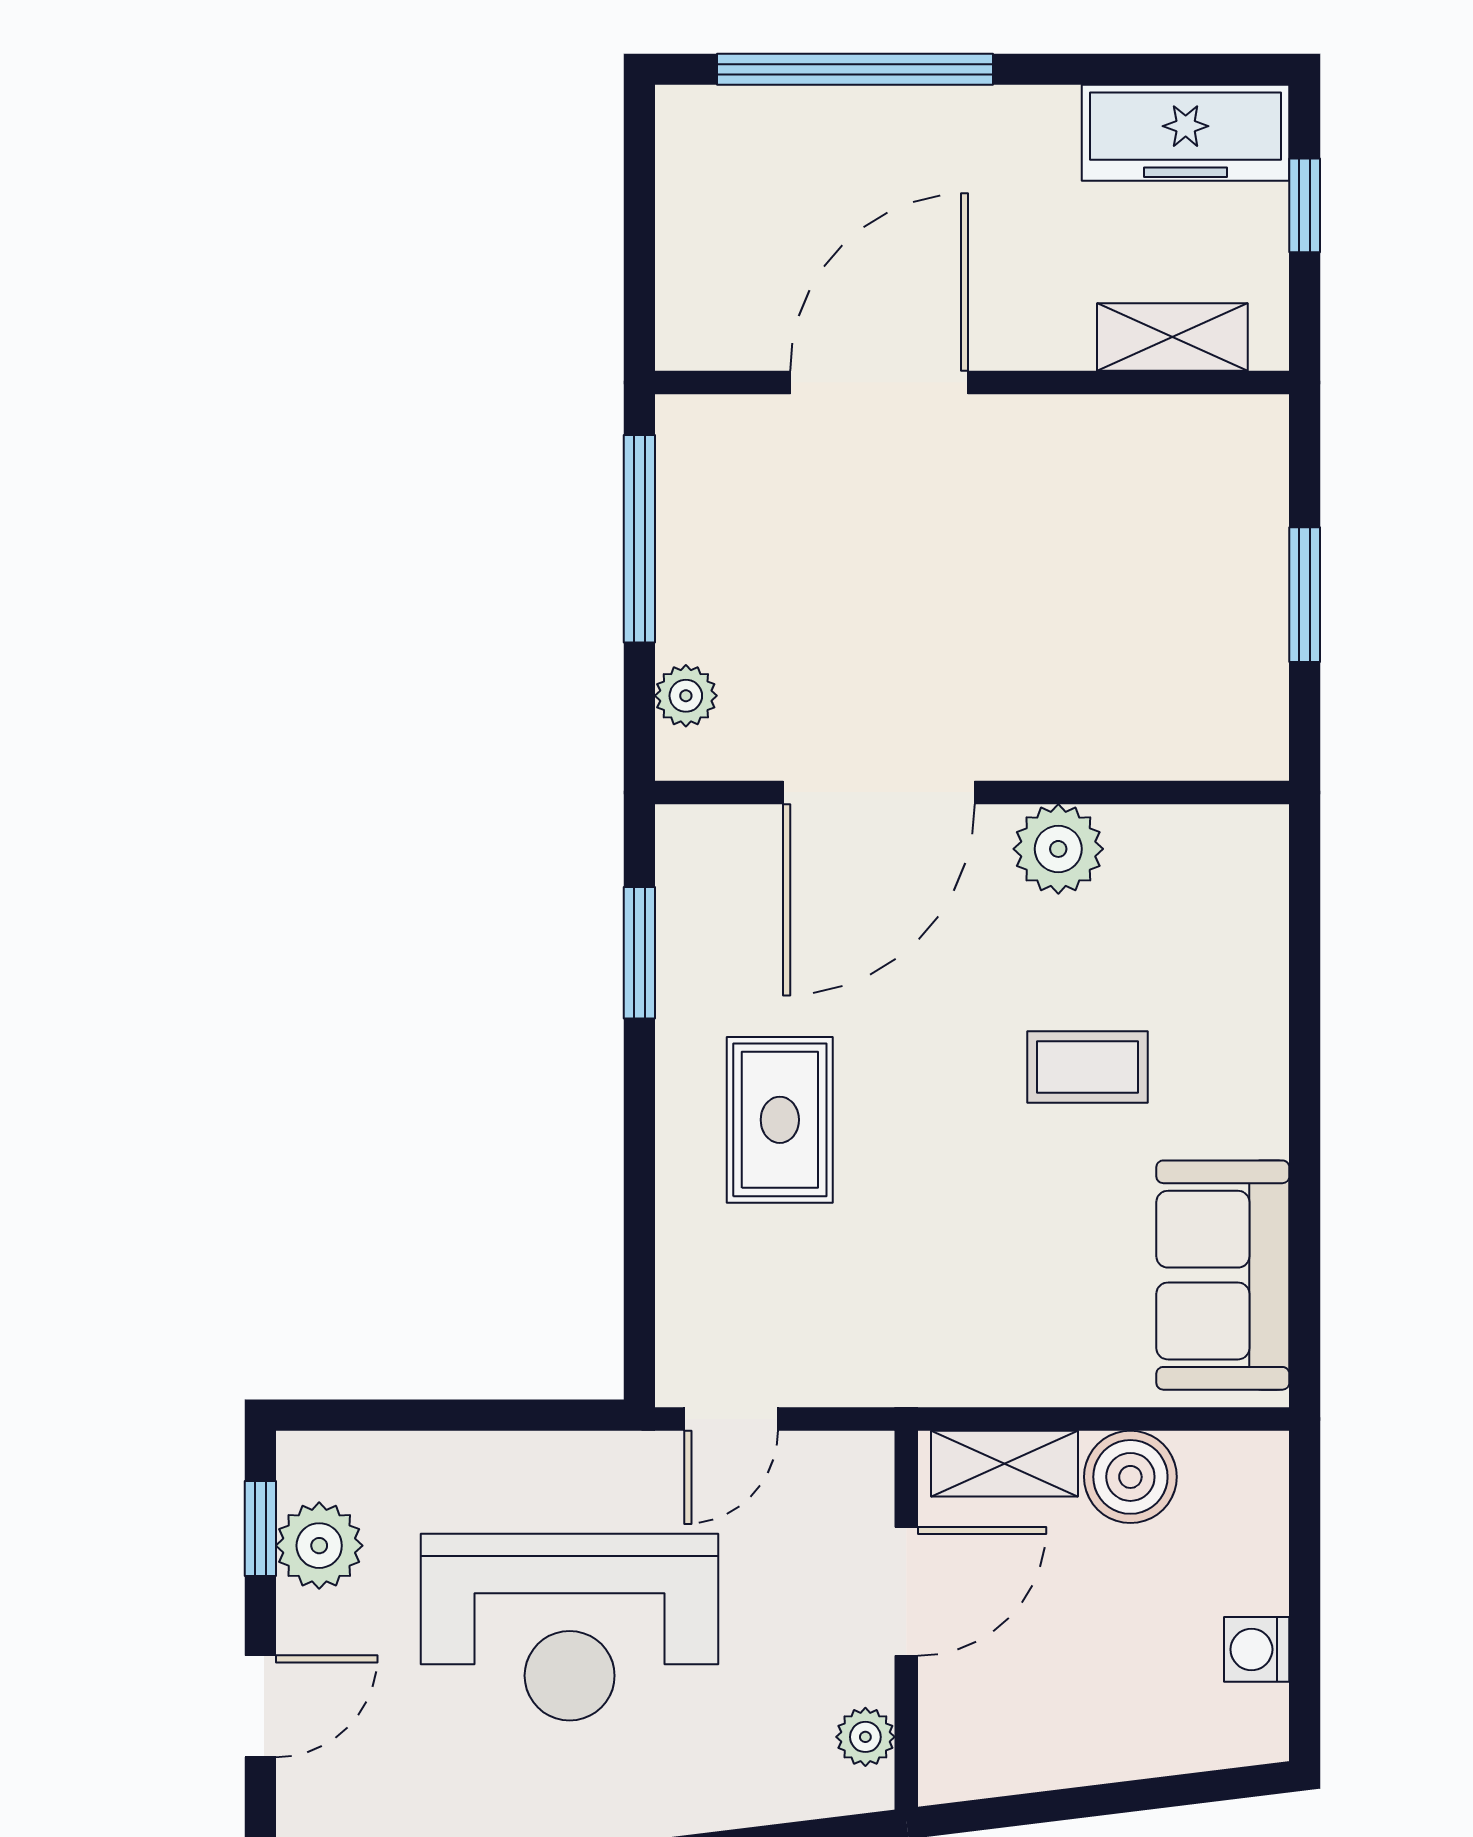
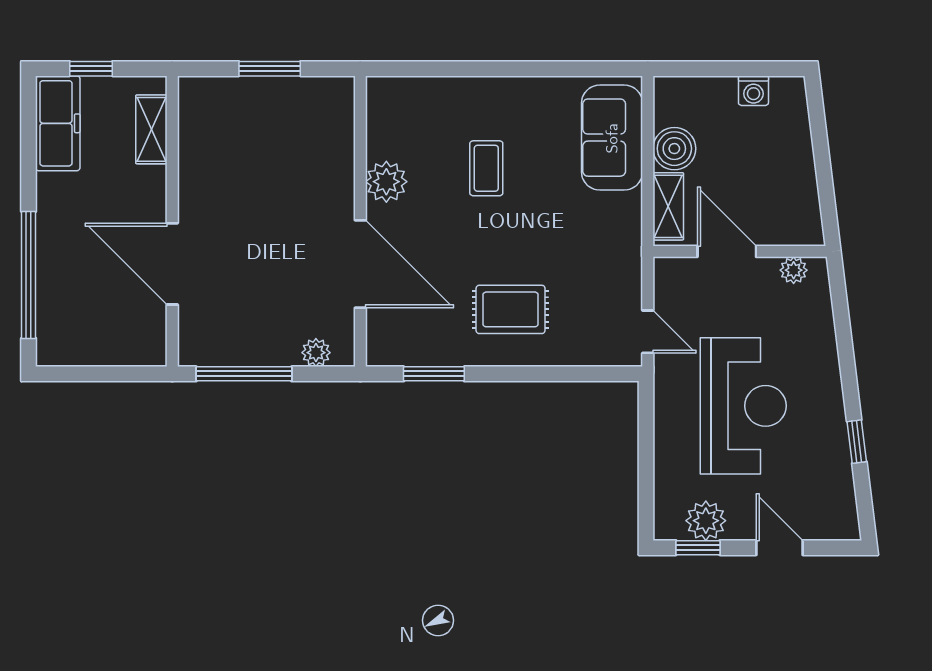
sofa: (1223, 1275) -> (612, 138), moved, turned 90

